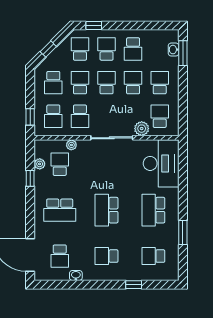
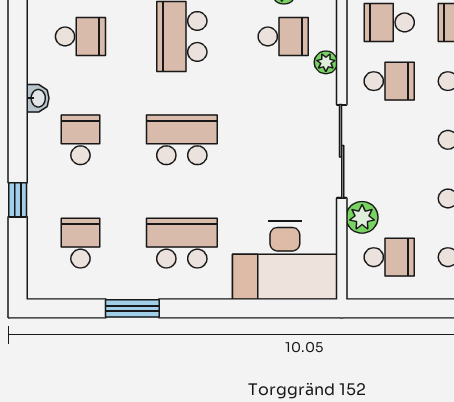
school desk: (80, 116) -> (389, 81), turned 180
school desk: (60, 256) -> (80, 36), turned 180
washbasin: (76, 275) -> (38, 98), moved

